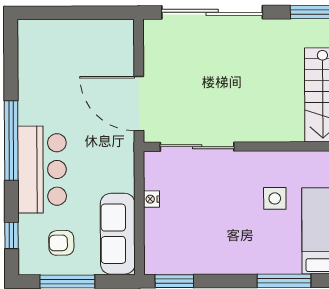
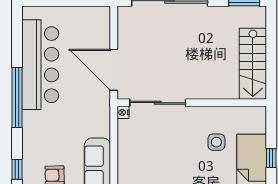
bar counter: (42, 170) -> (40, 65), moved, width x1.36
nightstand: (151, 199) -> (123, 112), moved

